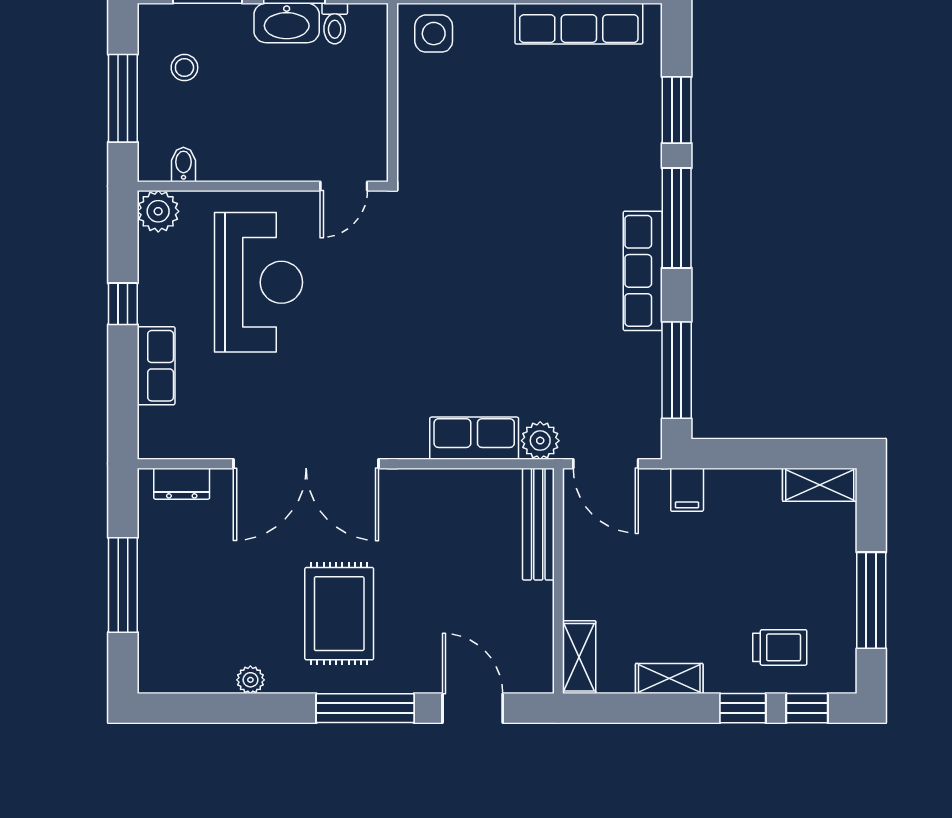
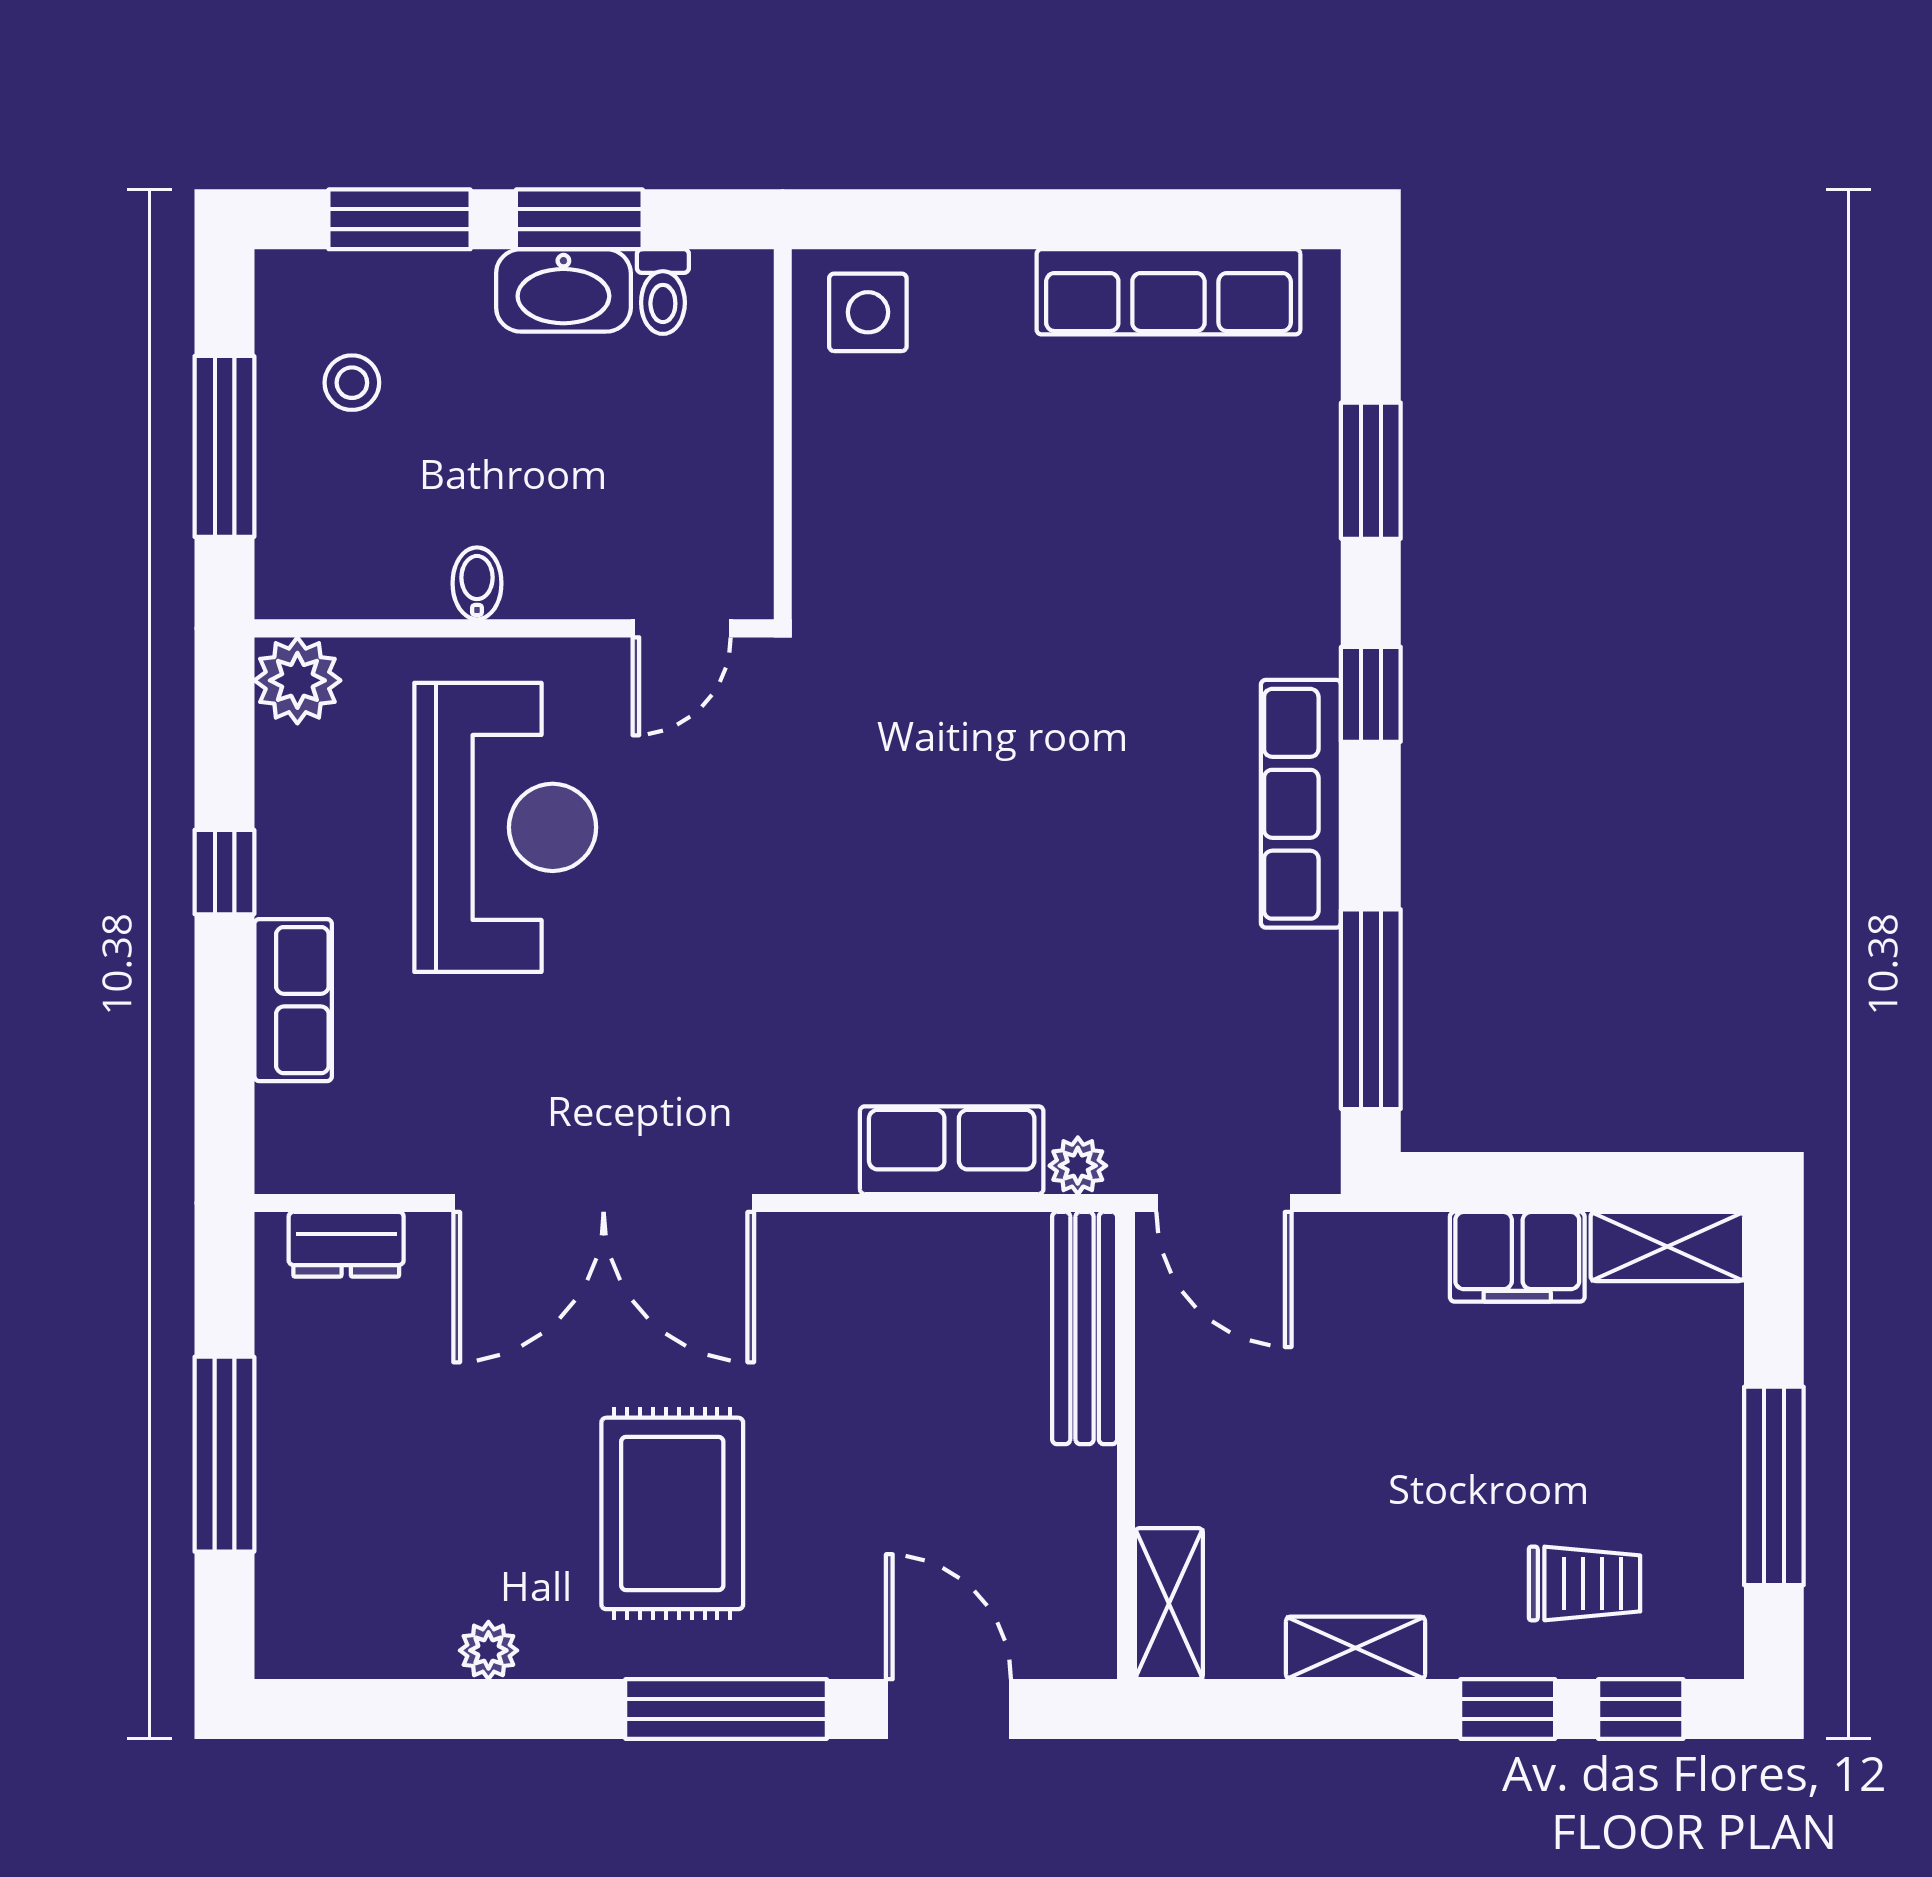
bidet: (183, 164) -> (477, 583), moved
window: (677, 218) -> (1371, 694), width x0.46
plant: (540, 441) -> (1078, 1166), width x0.73, depth x0.73
filing cabinet: (687, 490) -> (1517, 1257), moved, width x2.00

